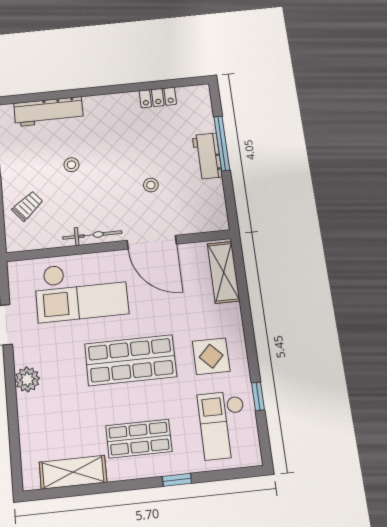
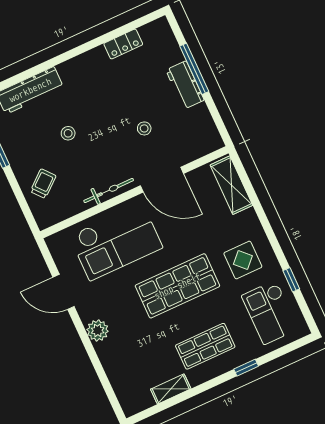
shelving: (73, 472) -> (171, 389), width x0.67, depth x0.75

